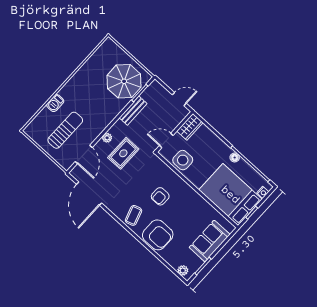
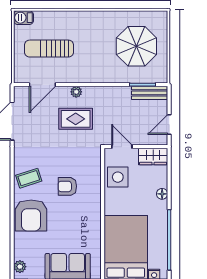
parasol: (124, 81) -> (136, 46), moved
door: (179, 99) -> (169, 125), swing flipped
barbecue: (55, 103) -> (23, 18), moved
bench: (133, 111) -> (149, 93), moved
sun lounger: (65, 130) -> (49, 49), turned 180
floor lamp: (235, 158) -> (162, 194), moved

